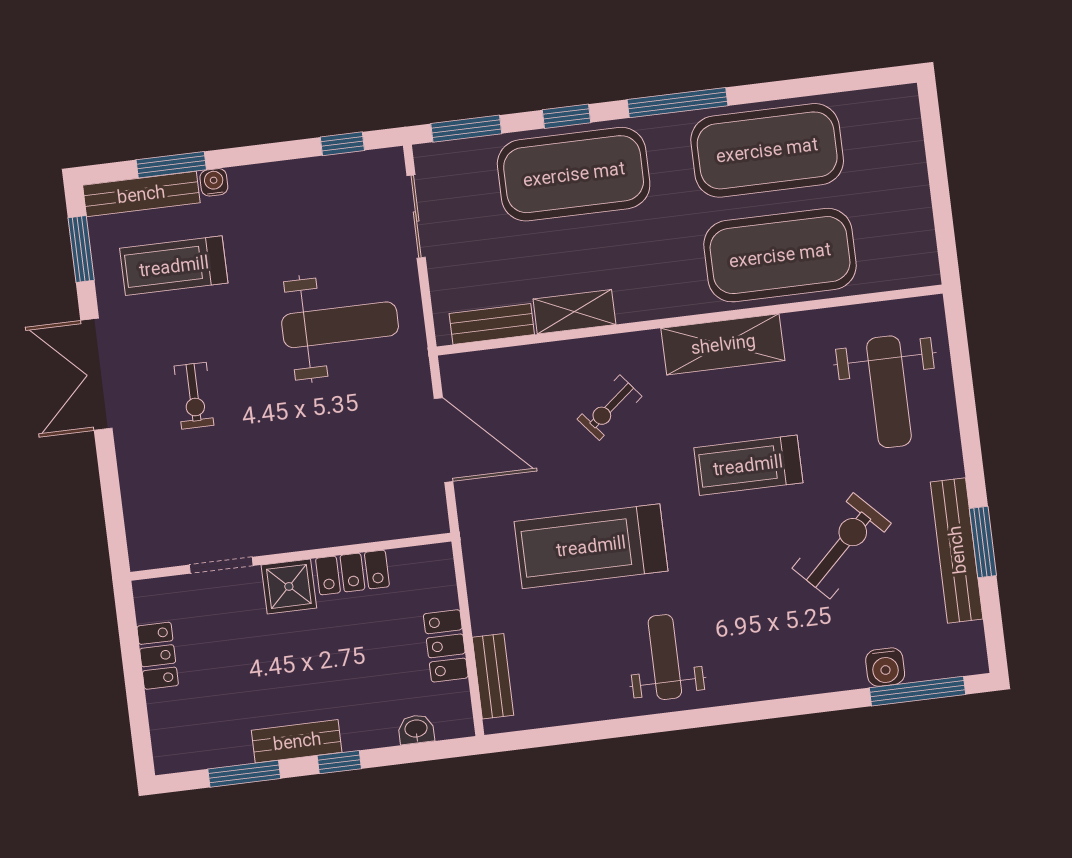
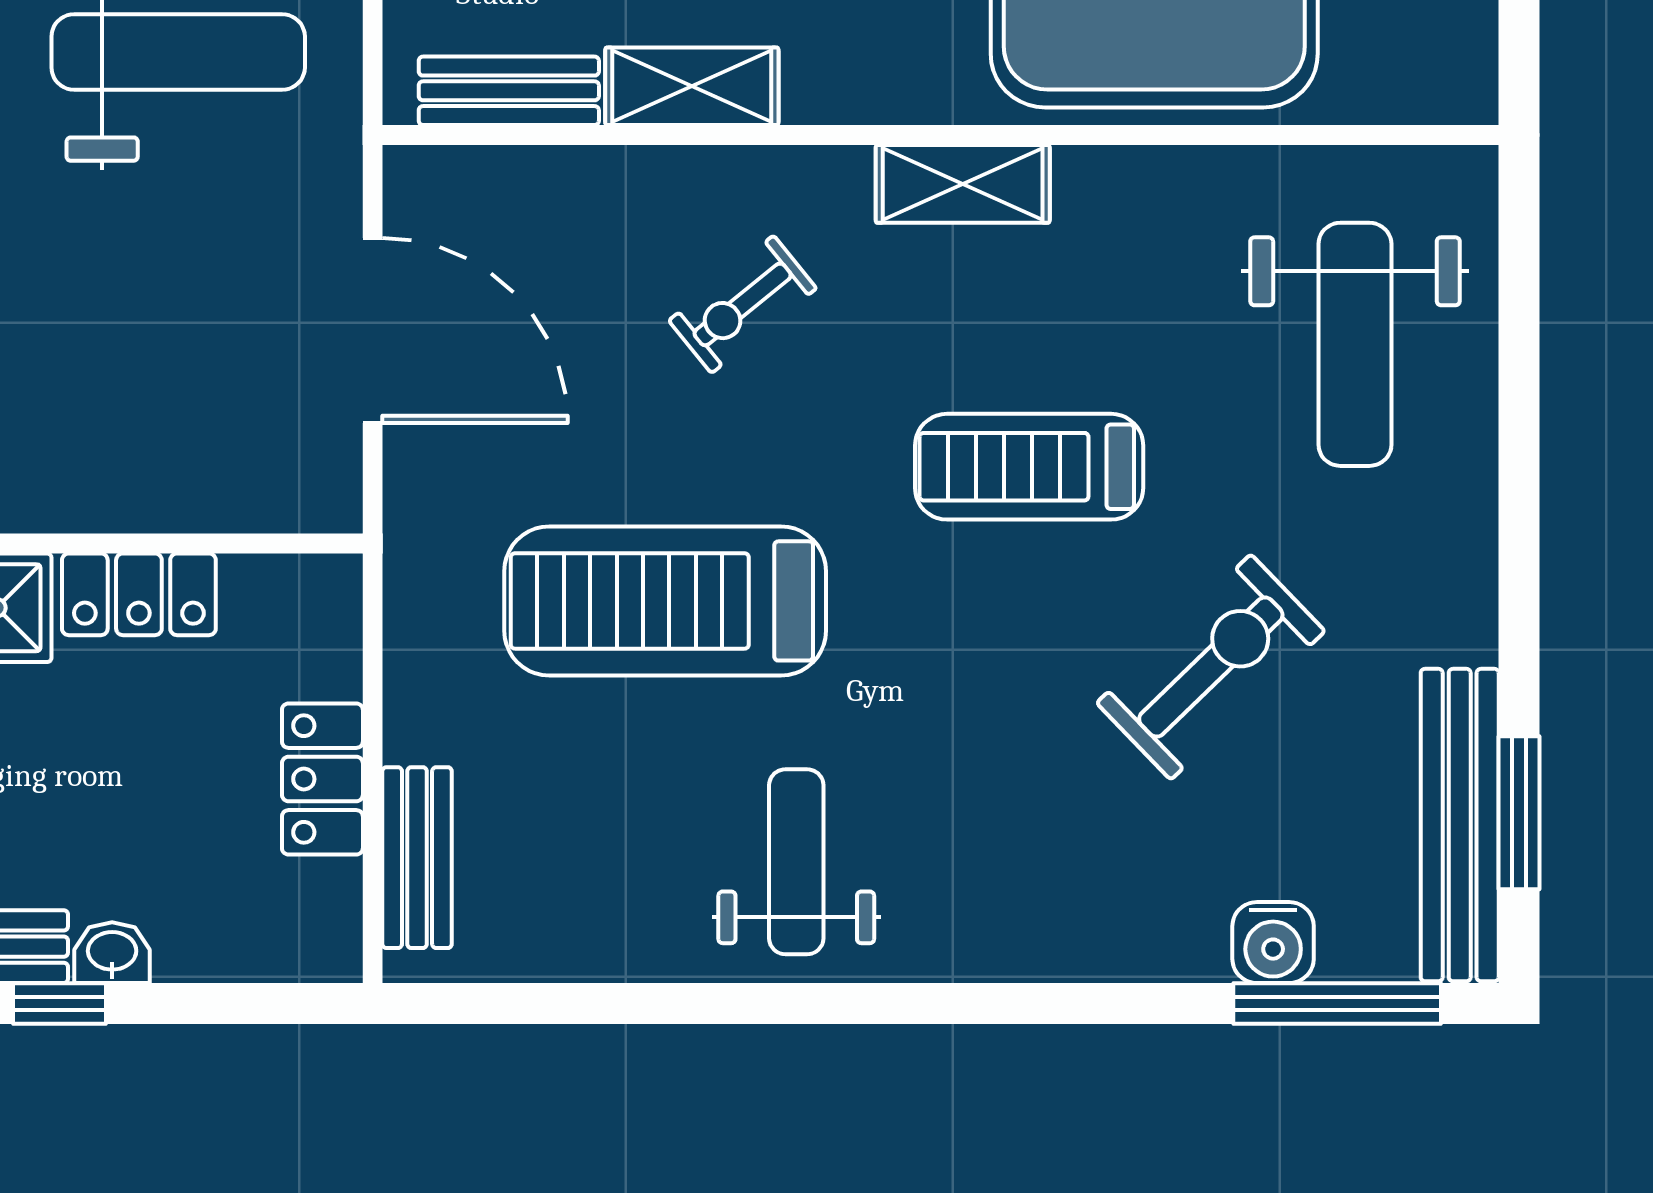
shelving: (723, 344) -> (963, 184), width x0.67, depth x0.75
window: (983, 542) -> (1519, 813), moved
bench: (957, 550) -> (1460, 825), moved
washbasin: (416, 729) -> (112, 953), moved

